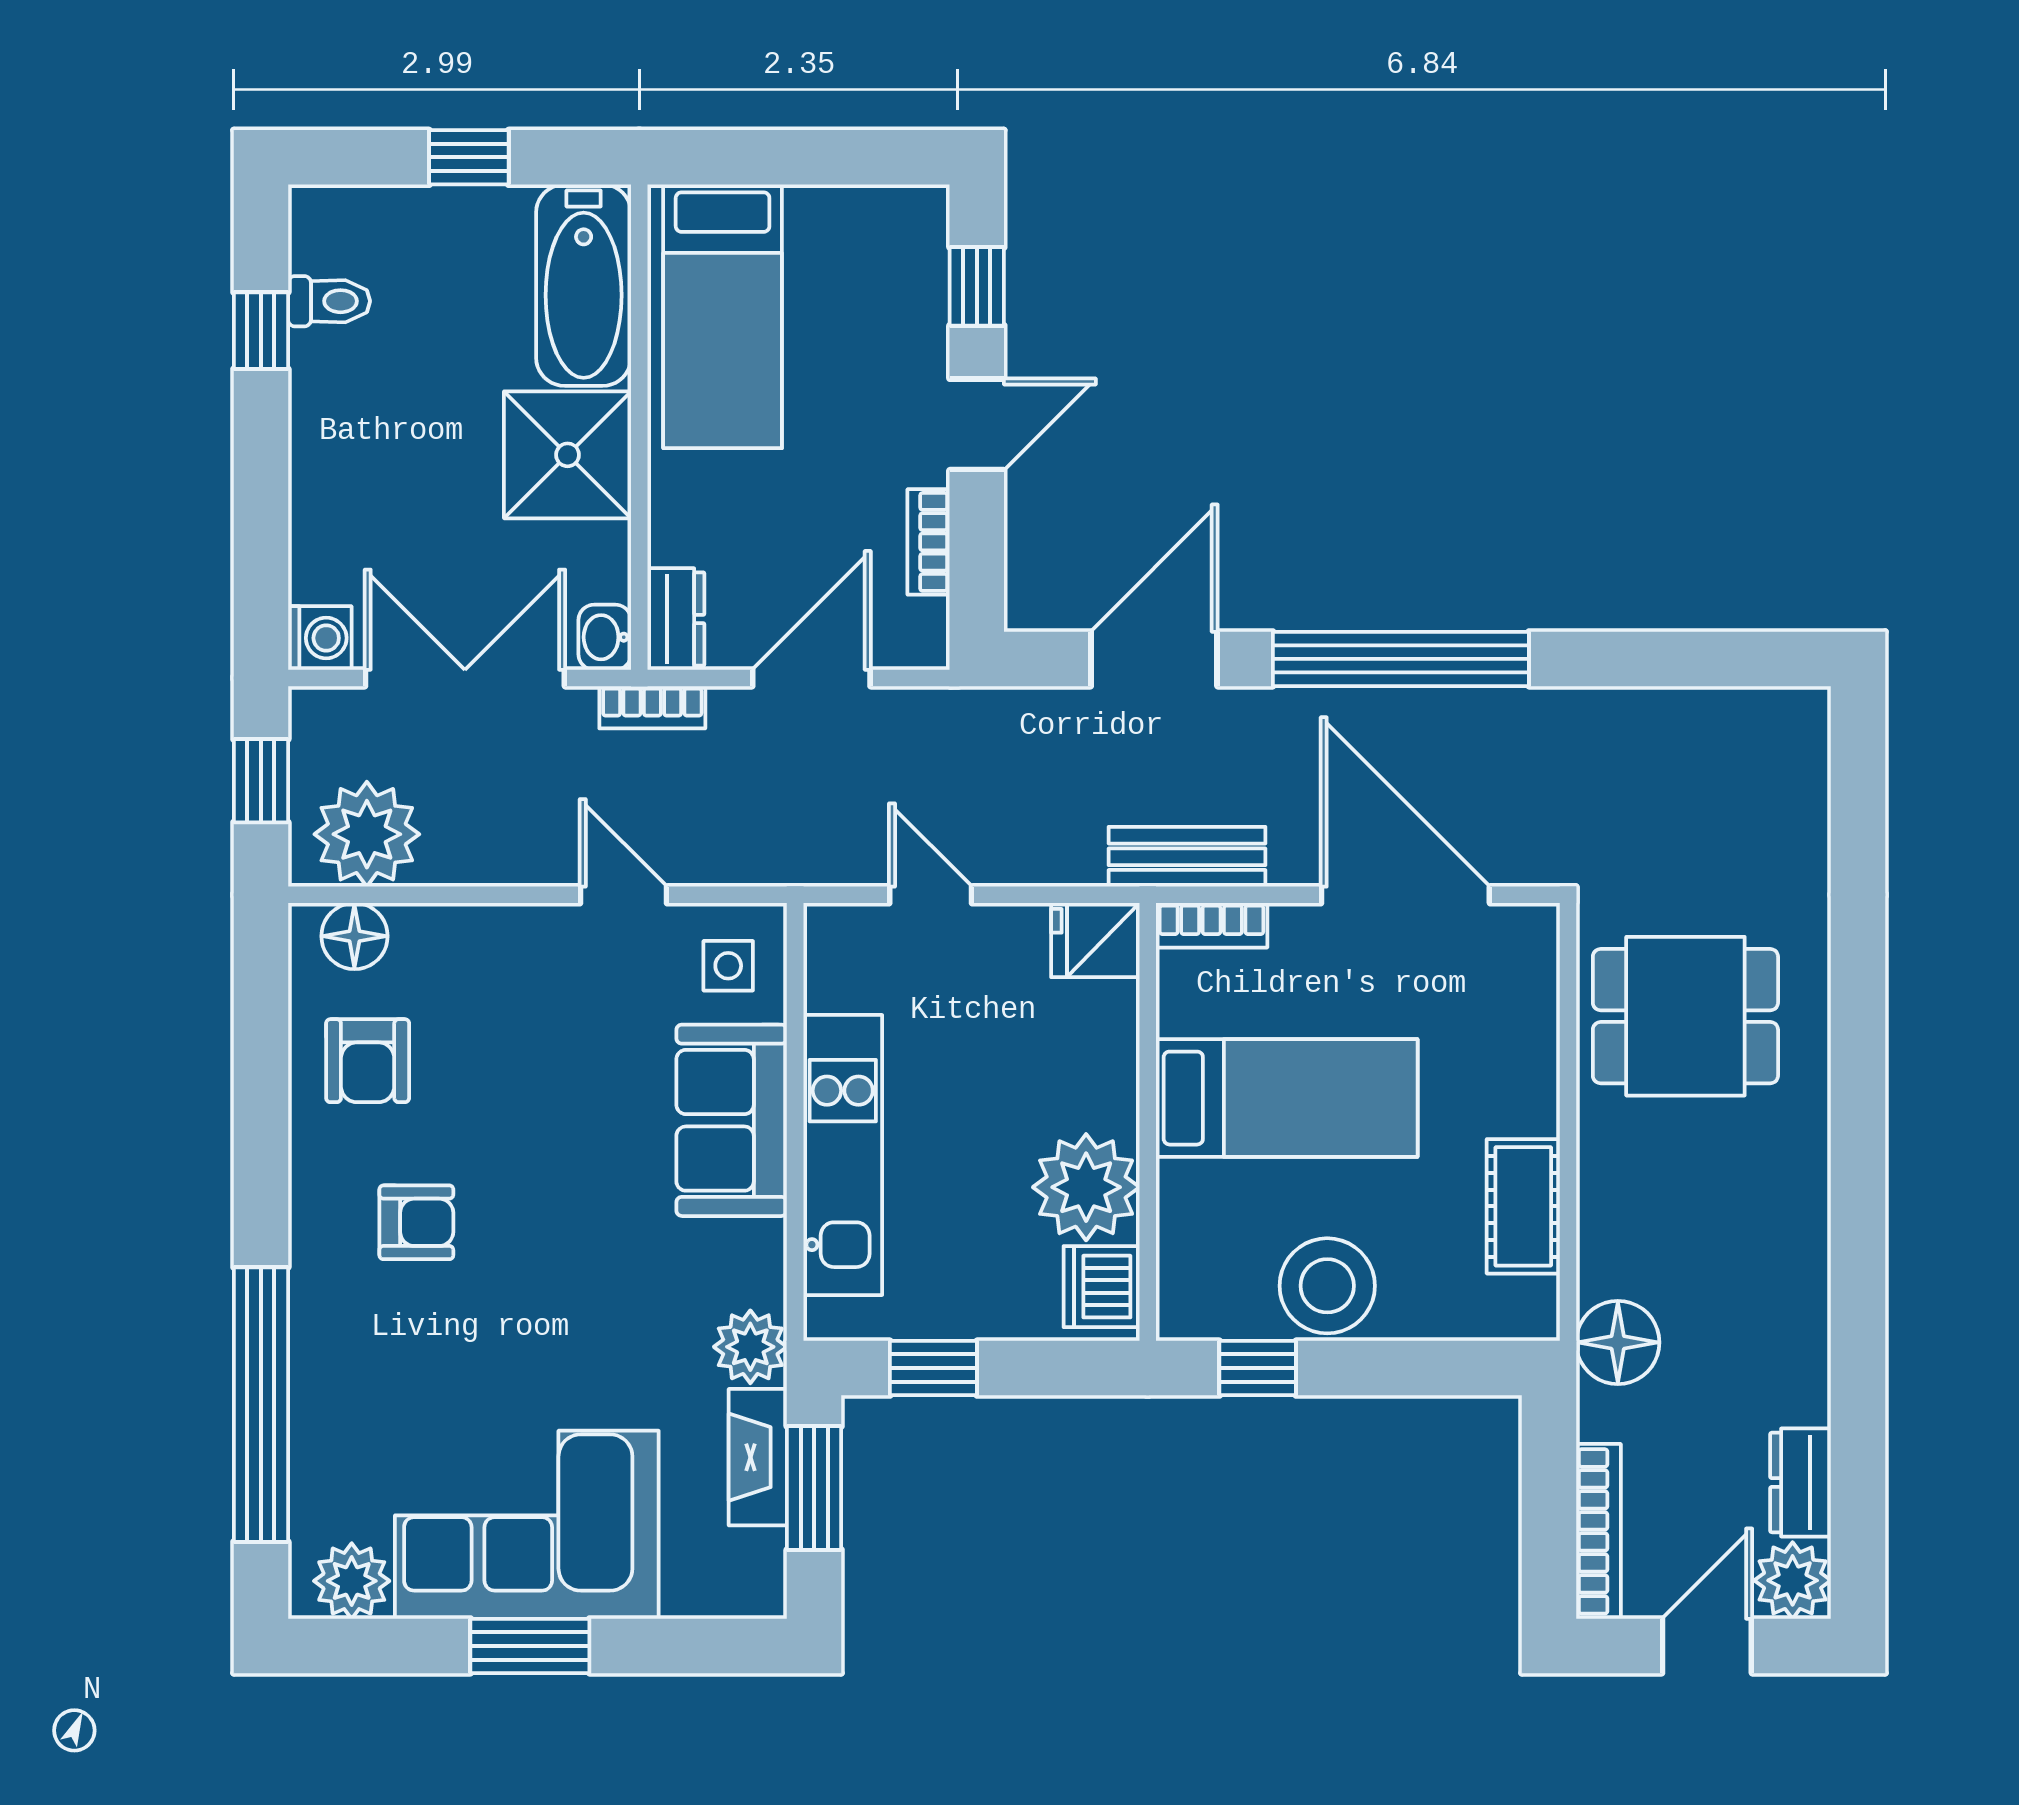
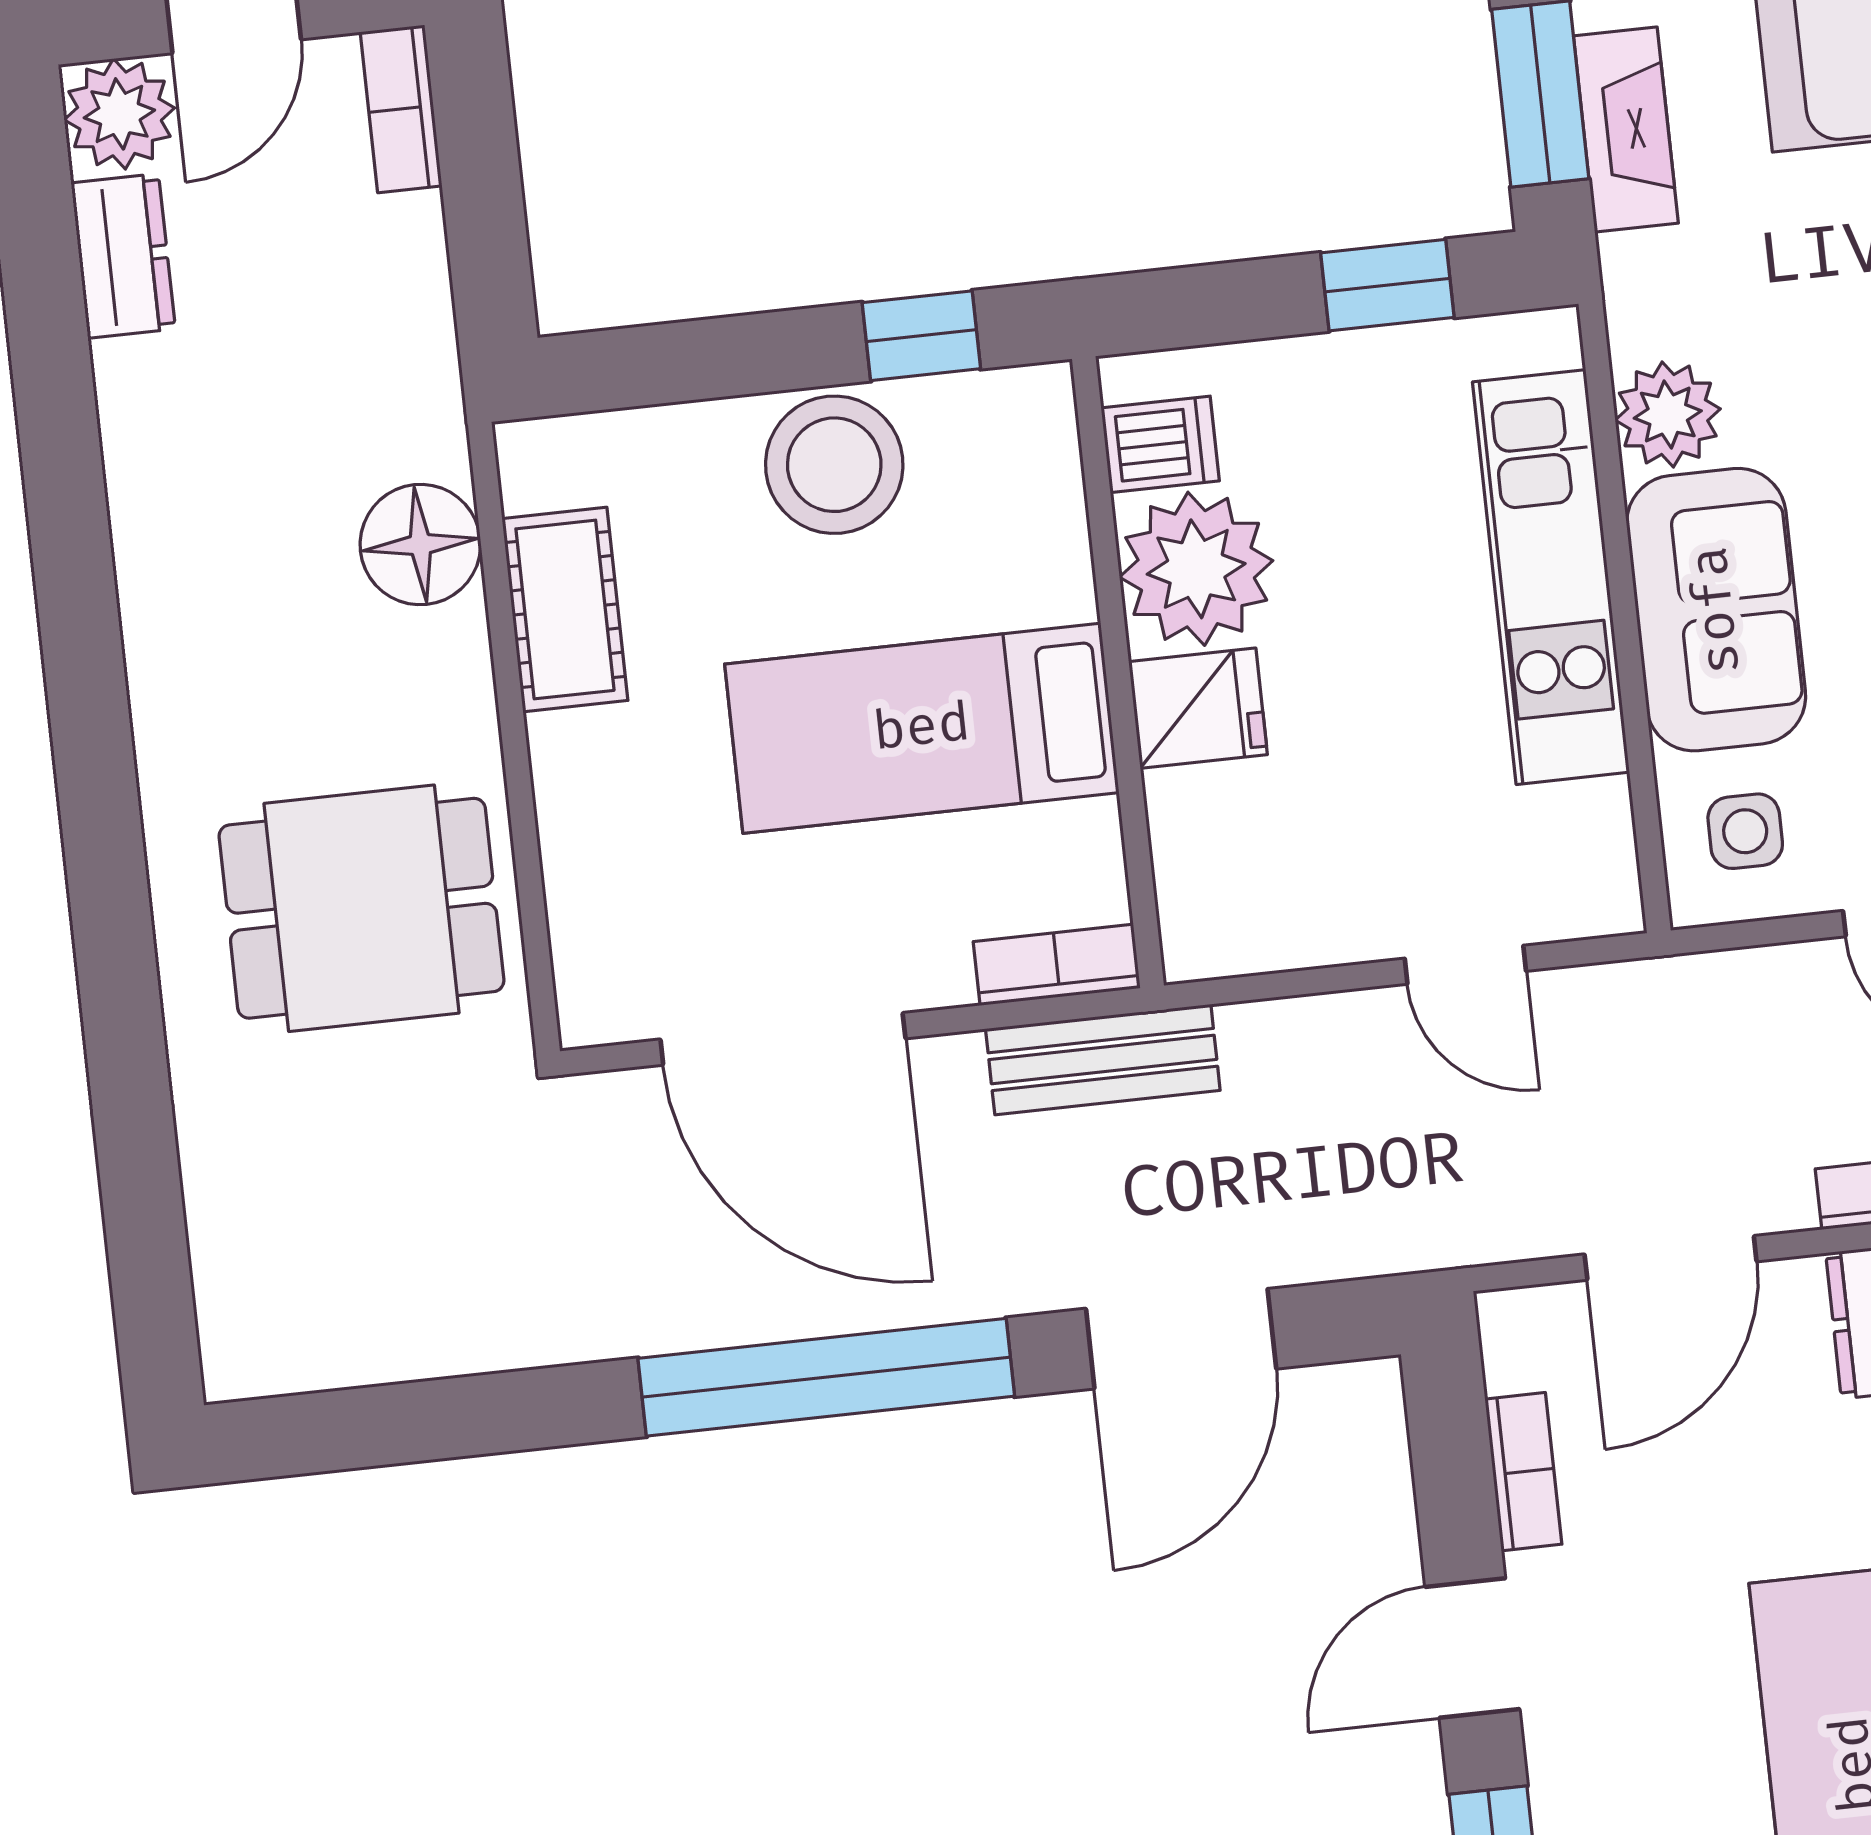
fridge: (1095, 940) -> (1198, 708), moved
dishwasher: (1102, 1287) -> (1160, 444), width x0.73
floor lamp: (1618, 1342) -> (420, 545), moved
plant: (750, 1347) -> (1668, 415), moved
bookcase: (1598, 1531) -> (401, 109), width x0.64

